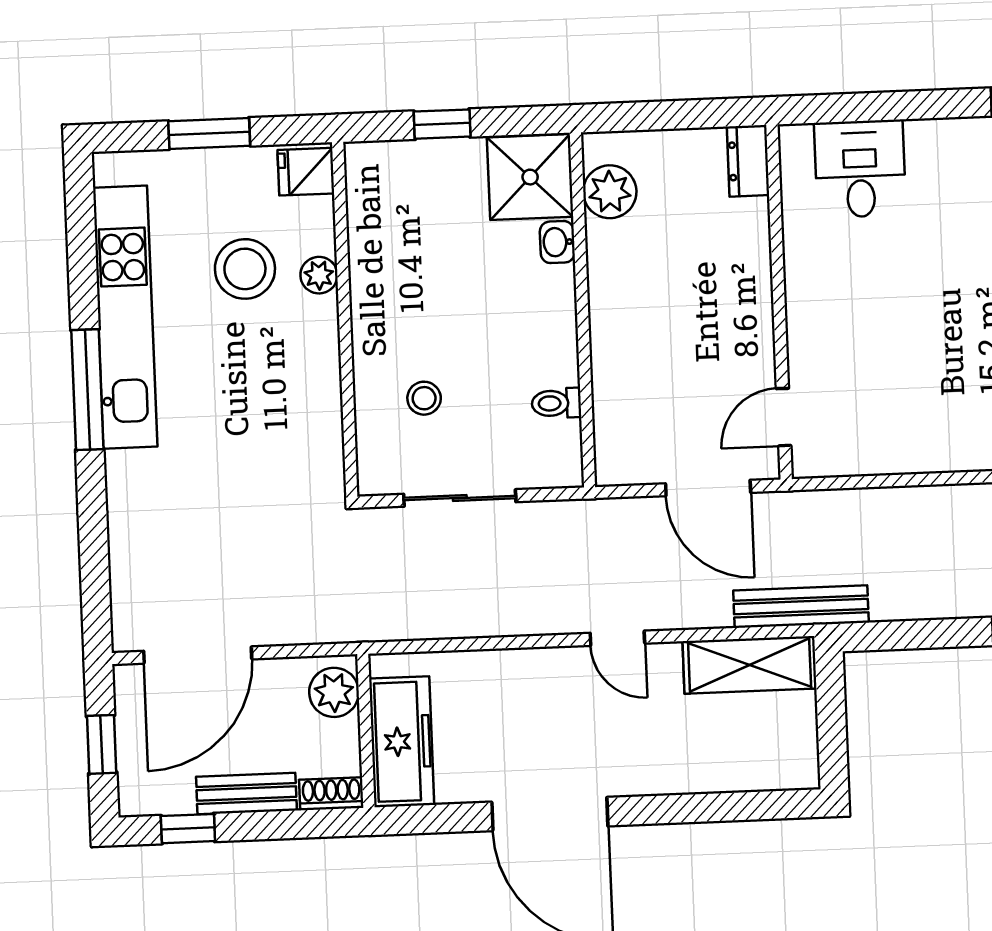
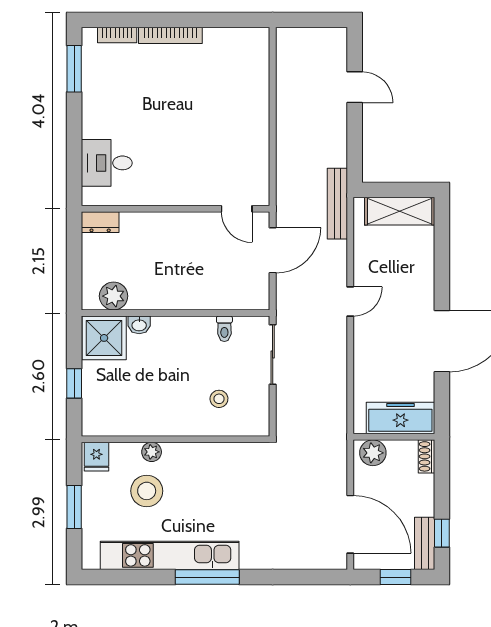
sliding door: (460, 498) -> (273, 354), moved
shelving: (750, 665) -> (400, 211), moved, turned 90
bench: (246, 794) -> (425, 543), moved

